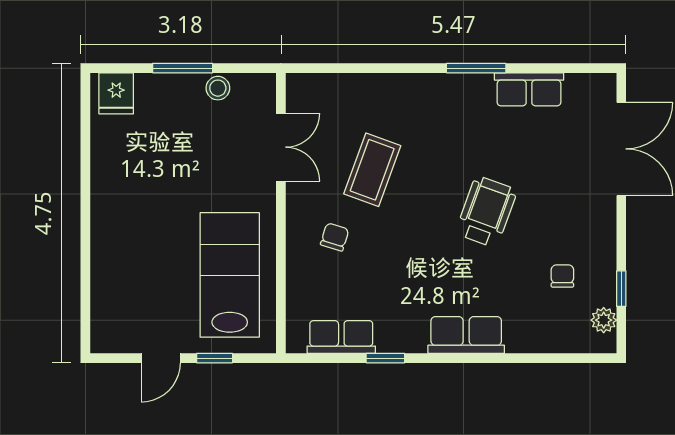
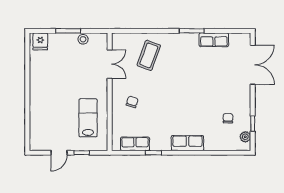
coffee table: (372, 170) -> (149, 55), moved
wheelchair: (486, 212) -> (196, 91), removed
lab bench: (230, 275) -> (88, 118), width x0.73, depth x0.72

